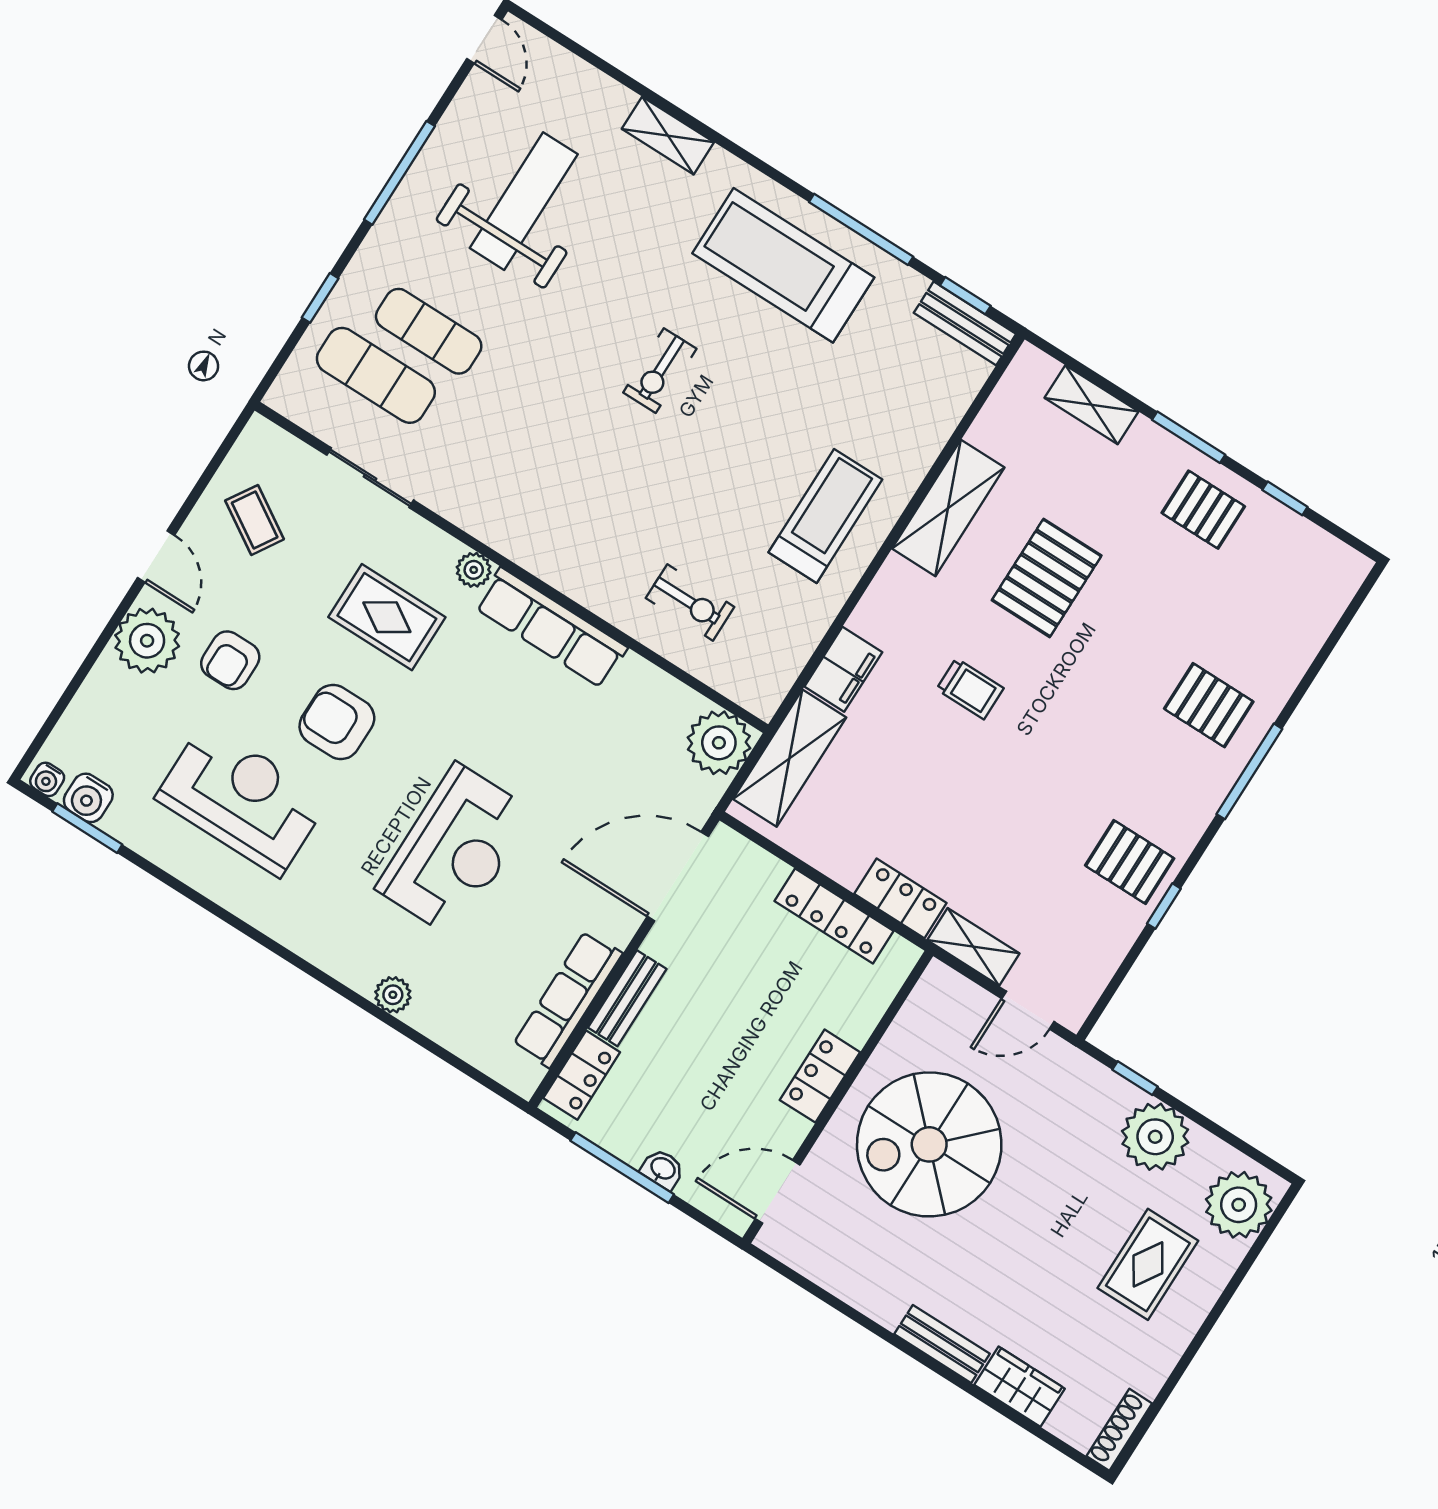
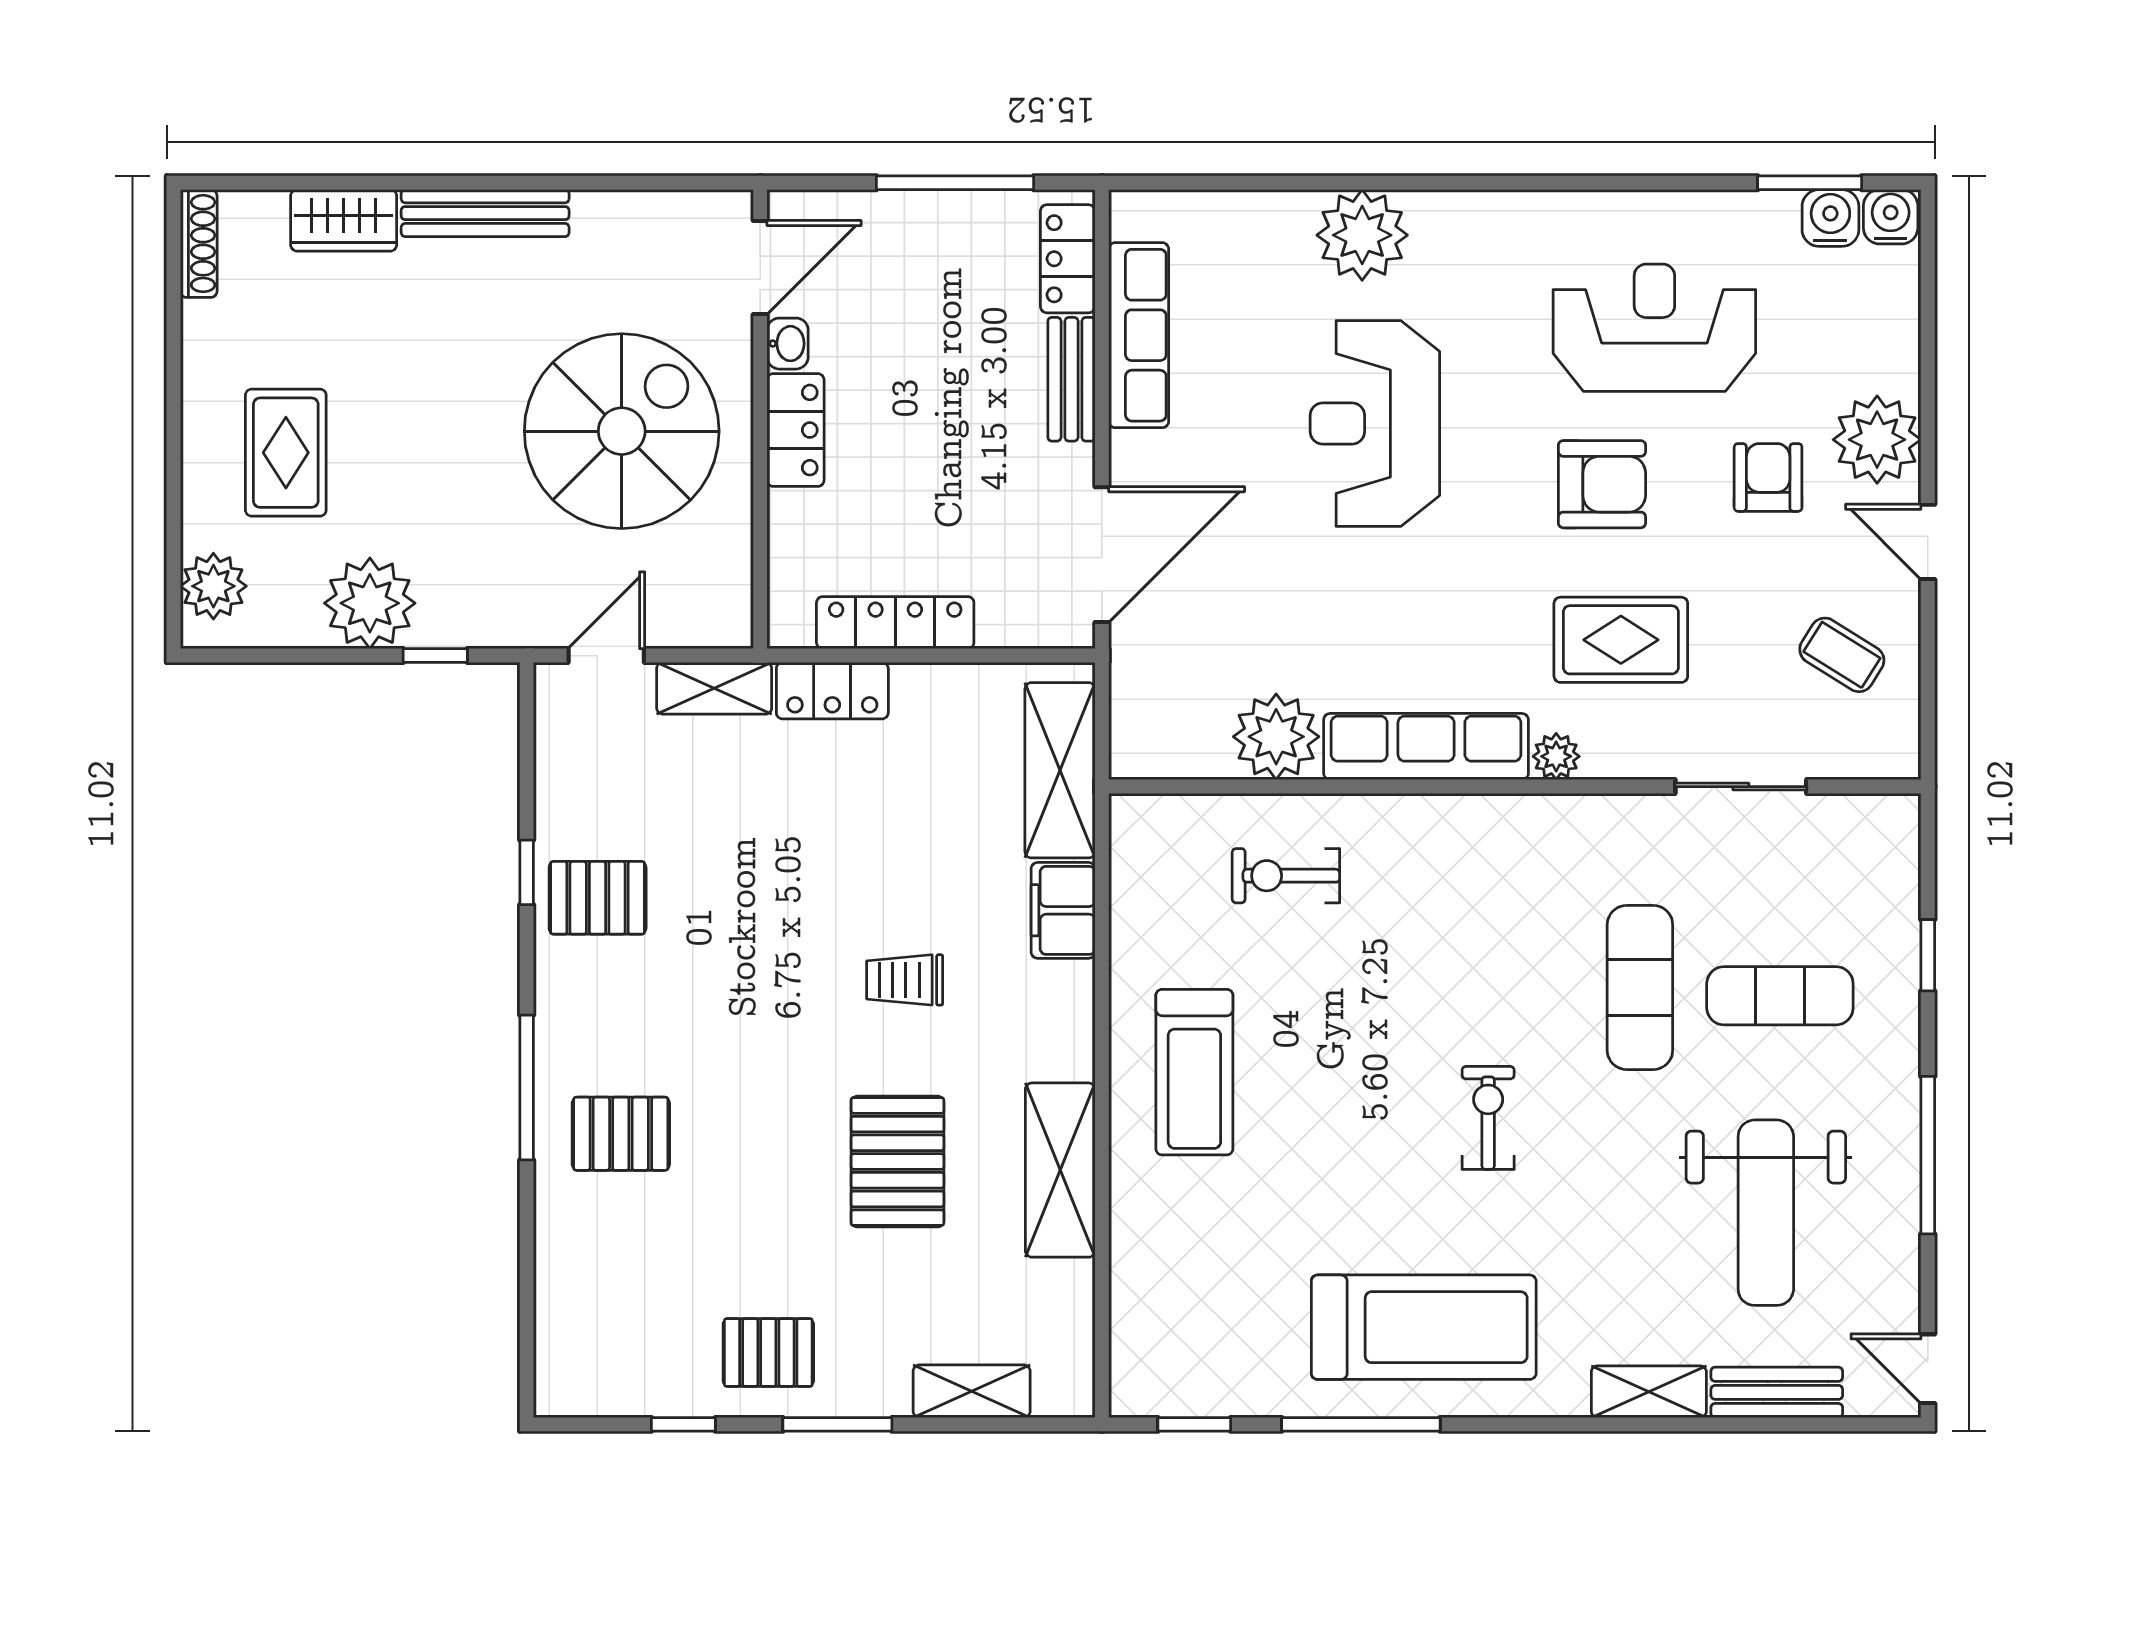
bench: (965, 323) -> (1777, 1392), moved
exercise mat: (376, 375) -> (1640, 987), moved, turned 90
plant: (719, 743) -> (1276, 737), moved
water cooler: (47, 779) -> (1891, 217), width x1.38, depth x1.38
reception desk: (242, 799) -> (1654, 328), turned 180
plant: (393, 995) -> (1362, 235), width x1.88, depth x1.88
washbasin: (663, 1169) -> (788, 344), moved, turned -90
plant: (1239, 1205) -> (213, 586), width x0.73, depth x0.73
bench: (942, 1344) -> (485, 213), width x1.36

